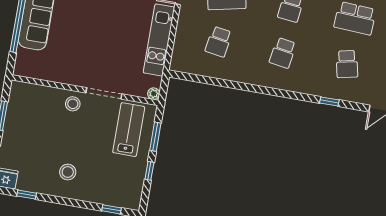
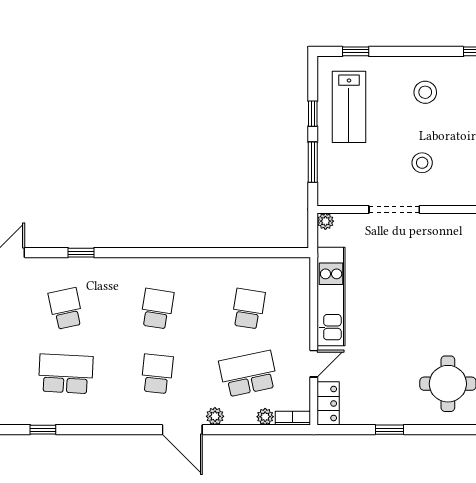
stool: (73, 104) -> (422, 163), moved
lab bench: (129, 130) -> (349, 107), moved

